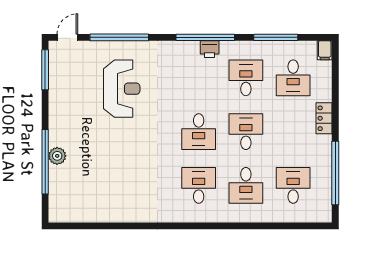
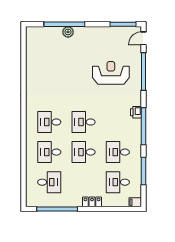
door: (67, 37) -> (144, 38), swing flipped
printer: (210, 49) -> (136, 112), moved
desk: (246, 78) -> (118, 152), turned 180
reception desk: (122, 89) -> (111, 73), turned 180
desk: (246, 132) -> (84, 152), turned 180
desk: (199, 185) -> (49, 122), turned 180

